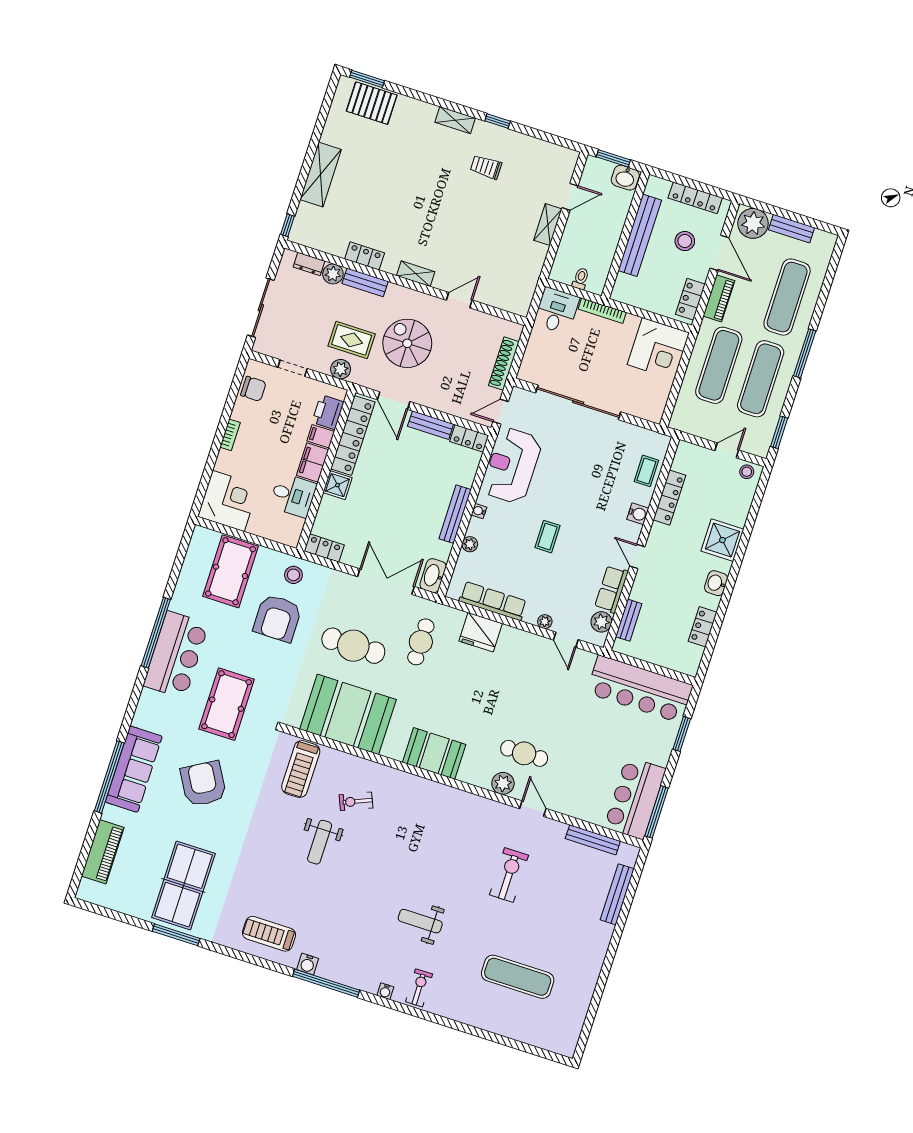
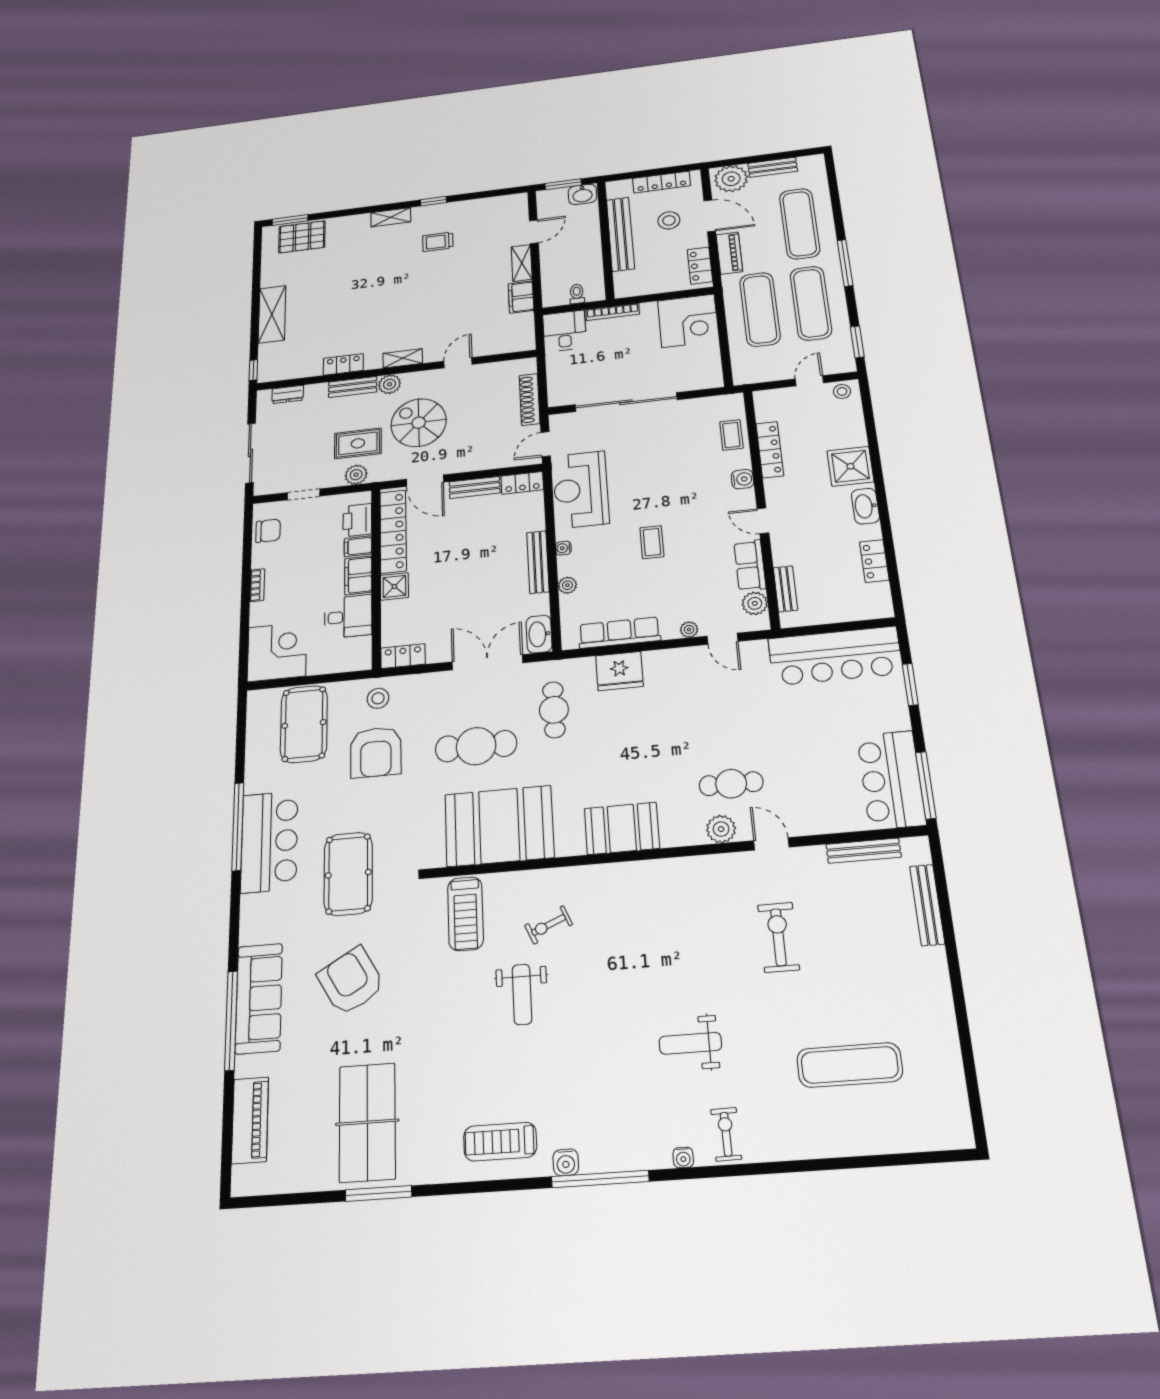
filing cabinet: (534, 259) -> (521, 297), added
plant: (333, 274) -> (390, 384), moved
washbasin: (716, 583) -> (865, 506), width x1.38

